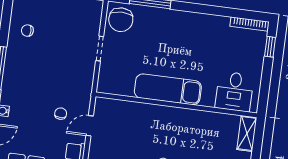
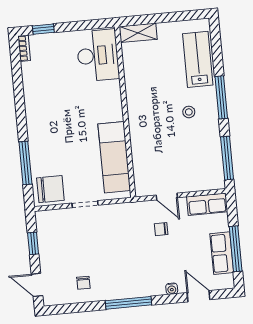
bookcase: (250, 24) -> (24, 48), width x0.64
exam couch: (168, 89) -> (114, 157), moved
desk: (234, 91) -> (98, 55), width x1.37

